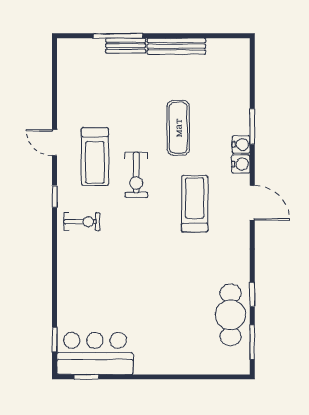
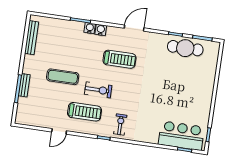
bench: (176, 46) -> (32, 38), moved
exercise mat: (178, 128) -> (63, 77), moved
door: (55, 143) -> (59, 131), moved
door: (252, 203) -> (134, 28), moved
treadmill: (195, 204) -> (119, 59), turned 180
bar counter: (95, 353) -> (181, 136), moved, turned 90

